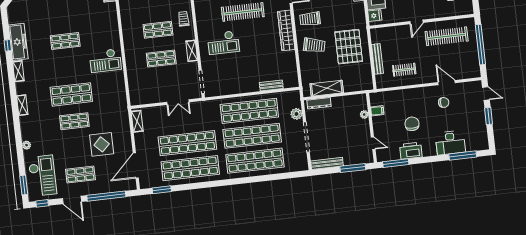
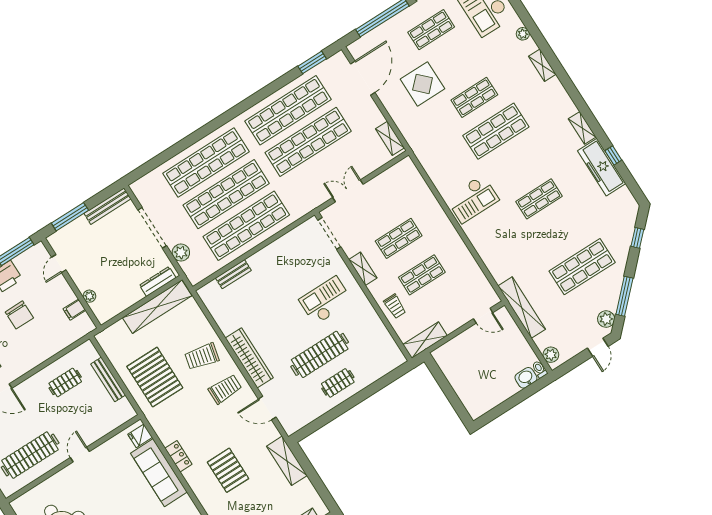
checkout: (105, 61) -> (472, 199), turned 180
shelving: (327, 88) -> (157, 307), width x1.47
shelving: (22, 105) -> (542, 65), moved
door: (373, 143) -> (59, 264), hinge flipped

